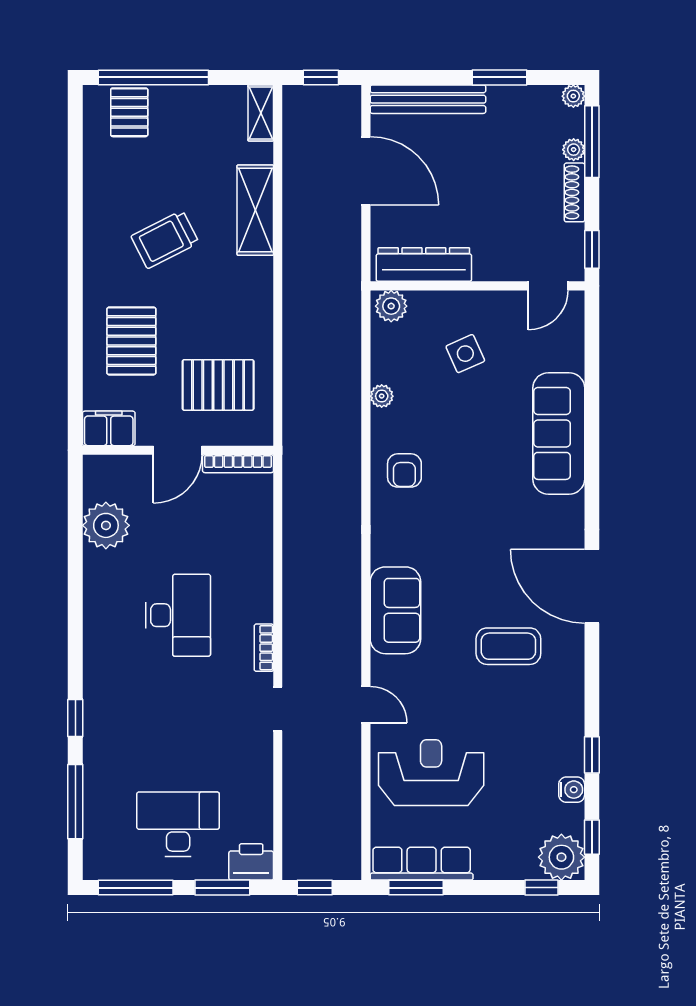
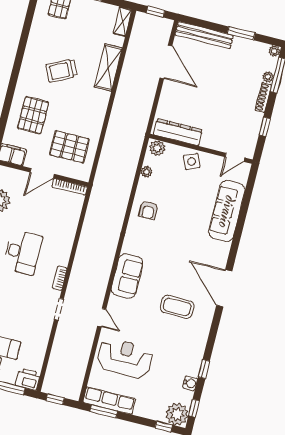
dresser: (424, 265) -> (178, 132), moved
wall: (477, 286) -> (201, 149), moved
door: (548, 286) -> (235, 157), moved
plant: (391, 306) -> (157, 148), moved

